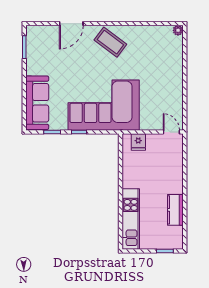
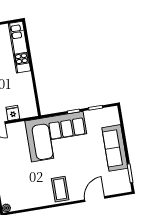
coffee table: (110, 42) -> (60, 189), turned 53
sofa: (37, 103) -> (115, 148), moved
fridge: (138, 142) -> (13, 113), moved

